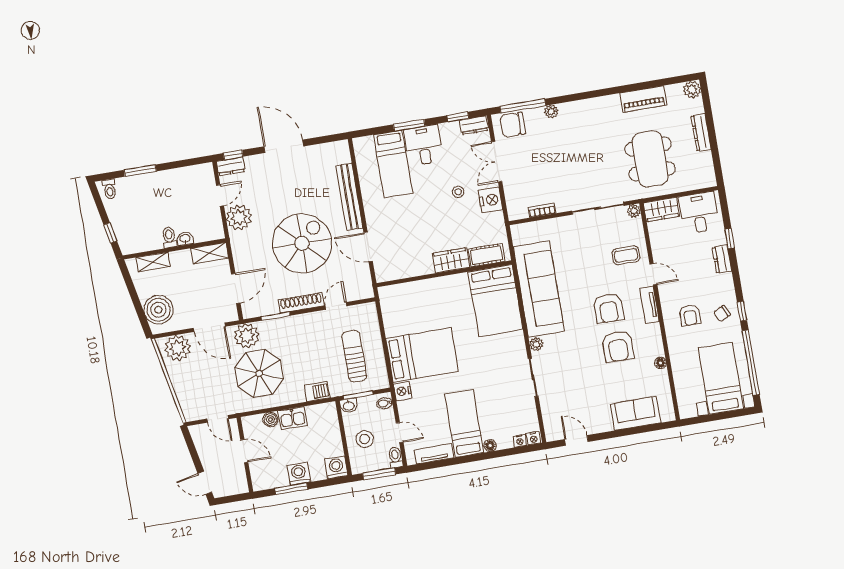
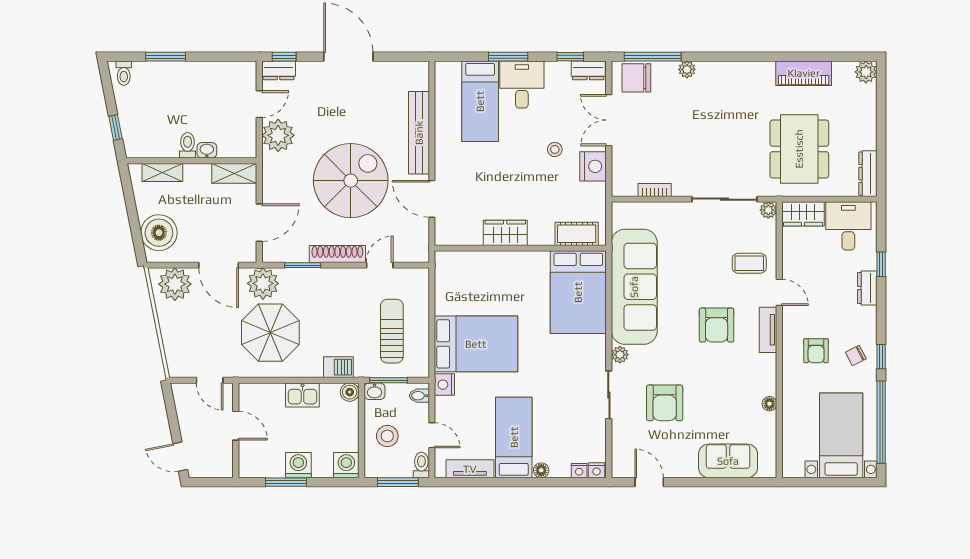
dresser: (701, 132) -> (868, 174), moved
wardrobe: (451, 260) -> (505, 233), moved
armchair: (618, 346) -> (665, 403), moved
boiler: (270, 420) -> (350, 392), moved

